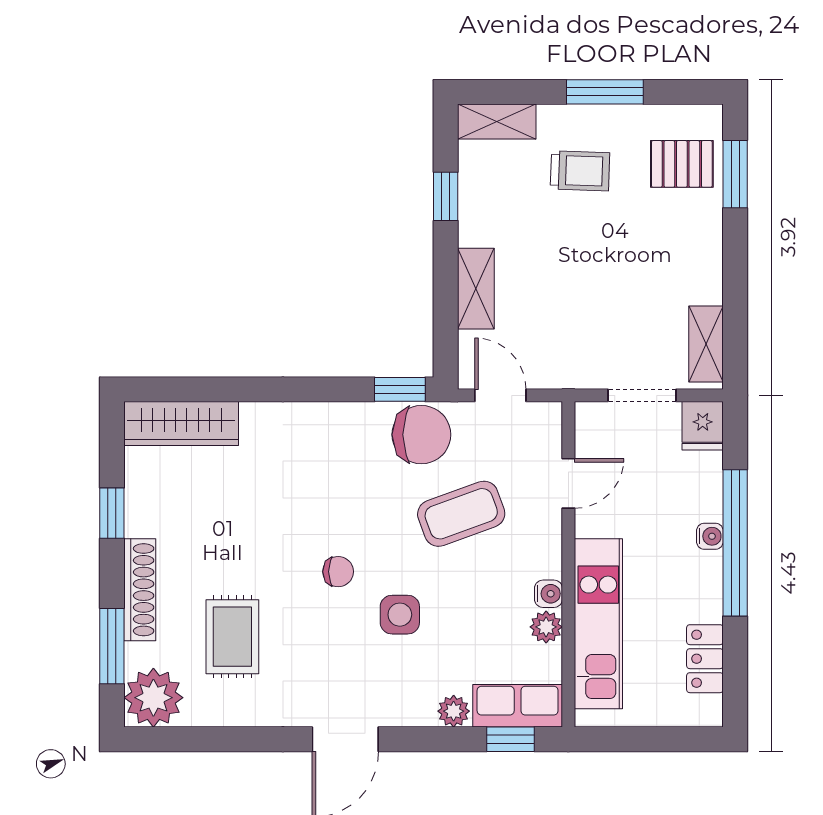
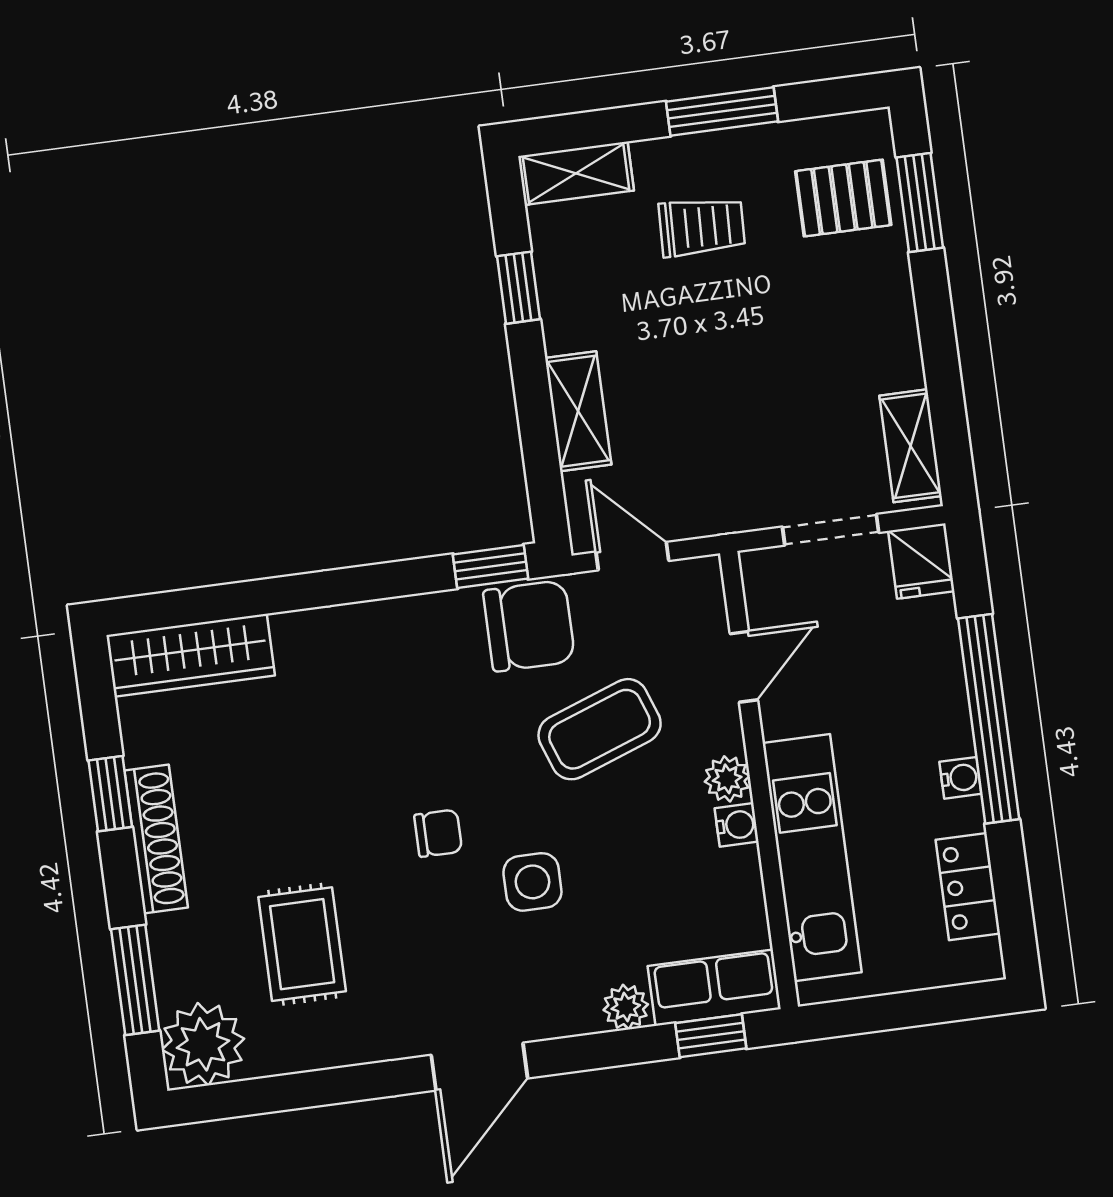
water cooler: (710, 536) -> (960, 778), moved
shoe rack: (140, 590) -> (156, 839), moved
plant: (546, 627) -> (727, 779), moved

